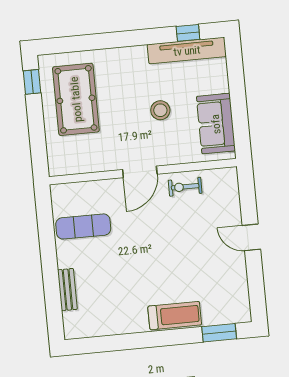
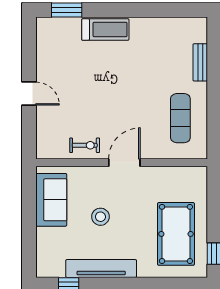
tv unit: (187, 51) -> (101, 268), moved
exercise mat: (83, 226) -> (180, 118), turned 90
treadmill: (175, 316) -> (105, 29), turned 180

